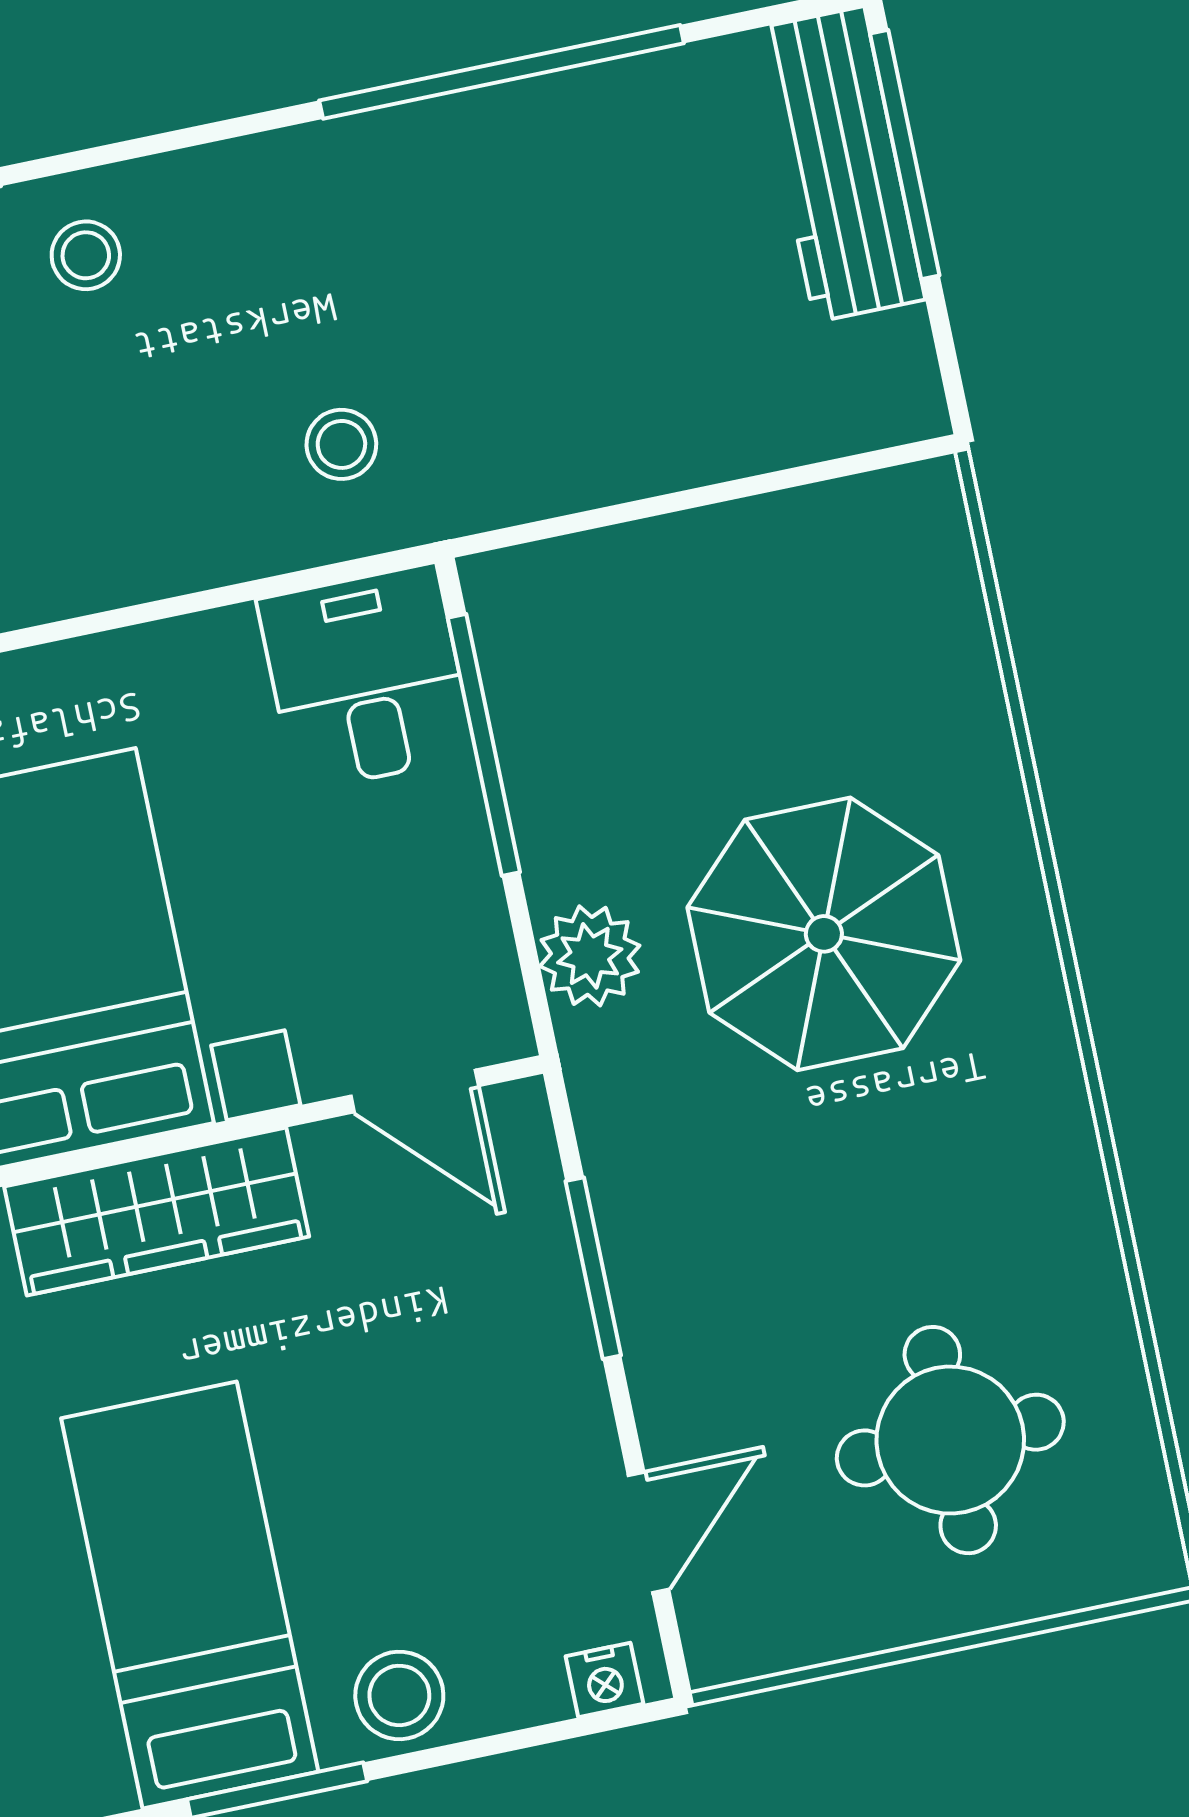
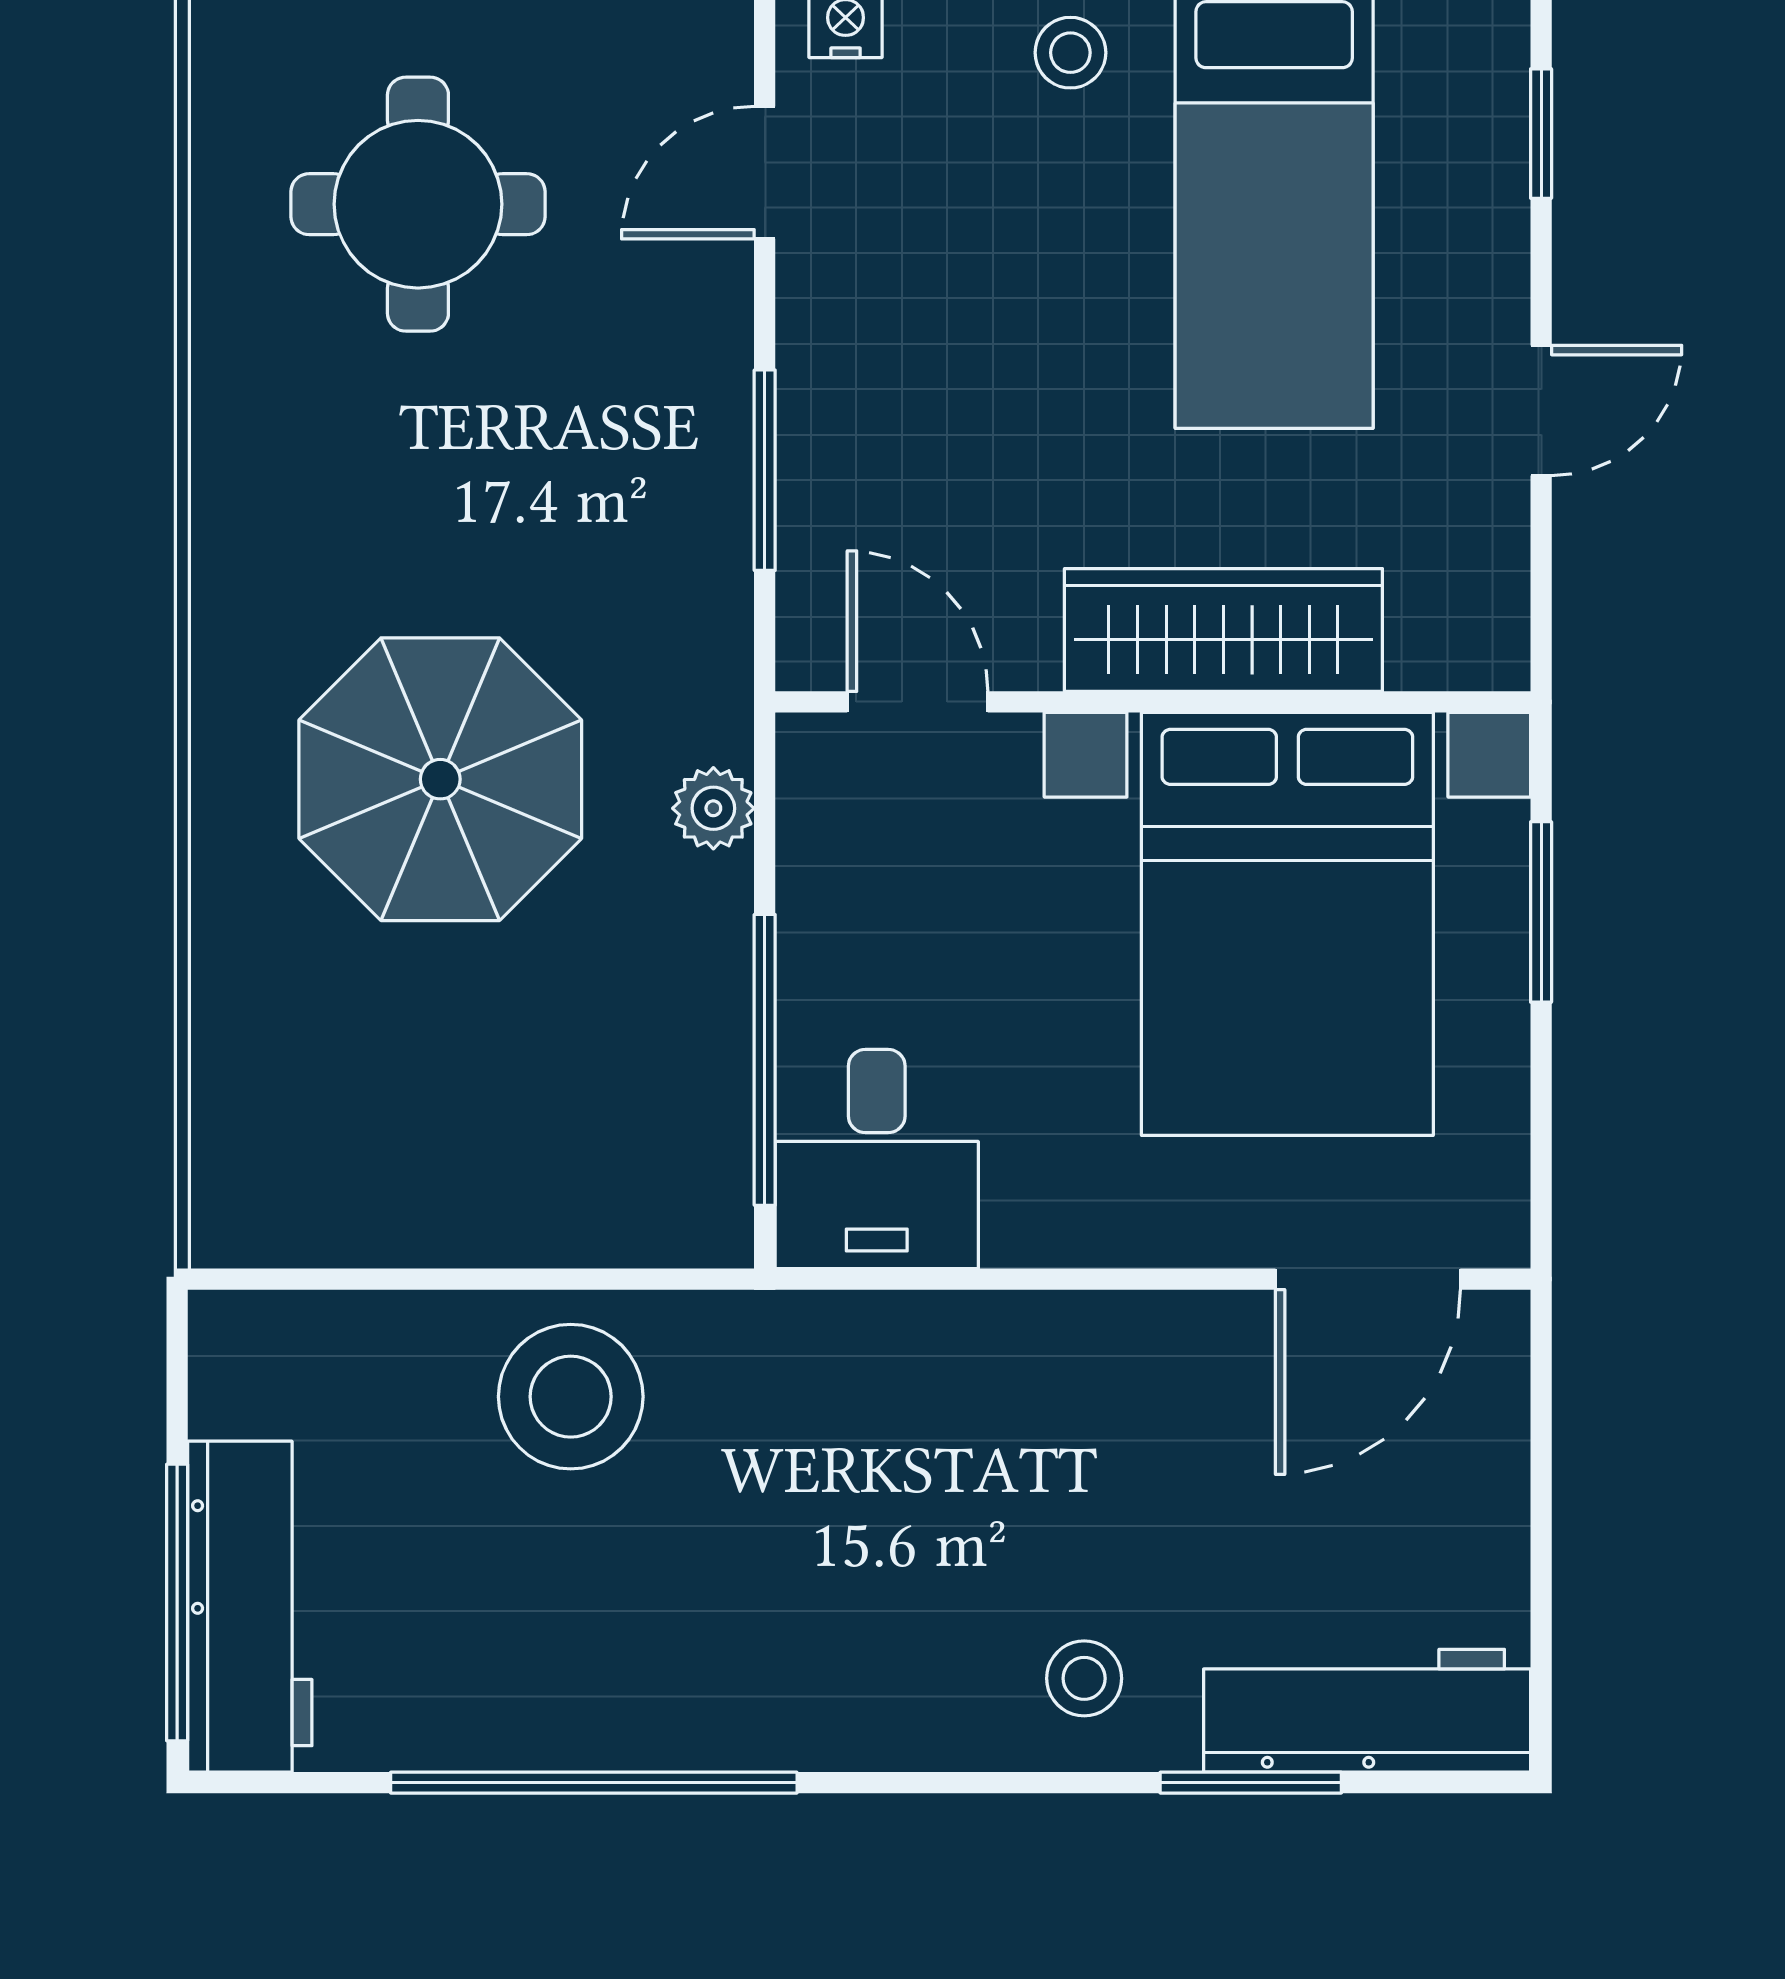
stool: (341, 444) -> (571, 1397), moved, width x1.89, depth x1.89
plant: (590, 956) -> (713, 808), width x0.73, depth x0.73
stool: (399, 1695) -> (1070, 53), width x0.73, depth x0.73

